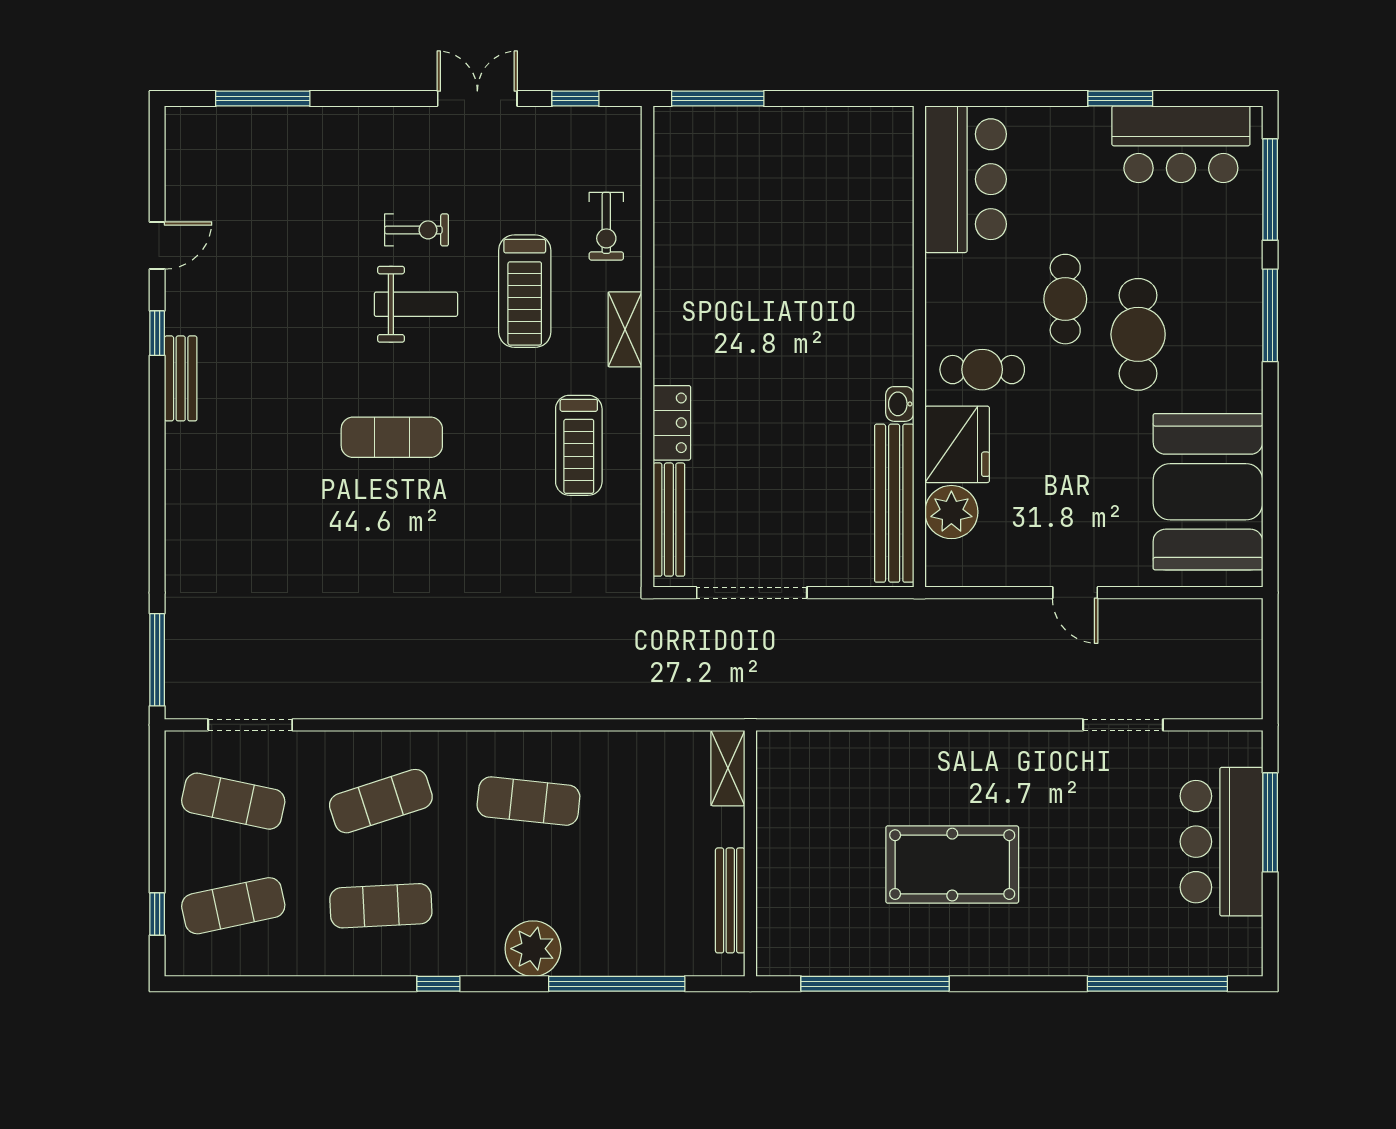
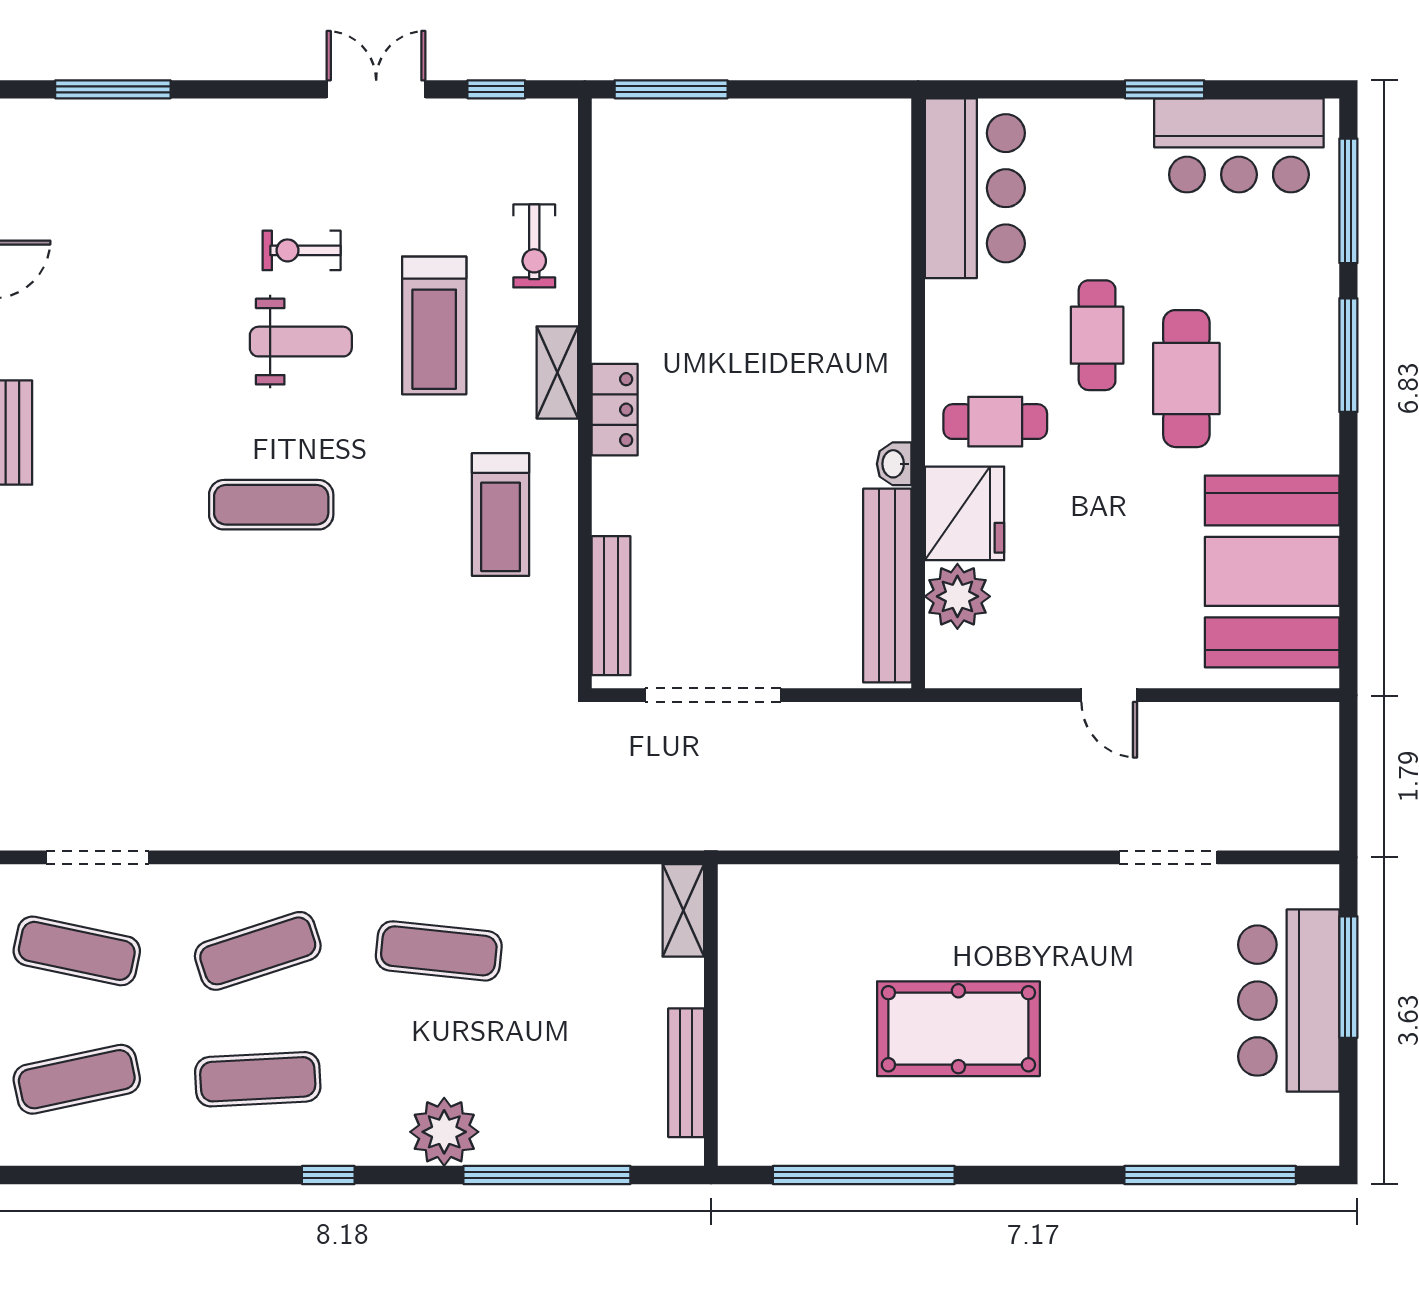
exercise bike: (417, 230) -> (302, 250), turned 180
locker: (672, 423) -> (615, 410), moved

